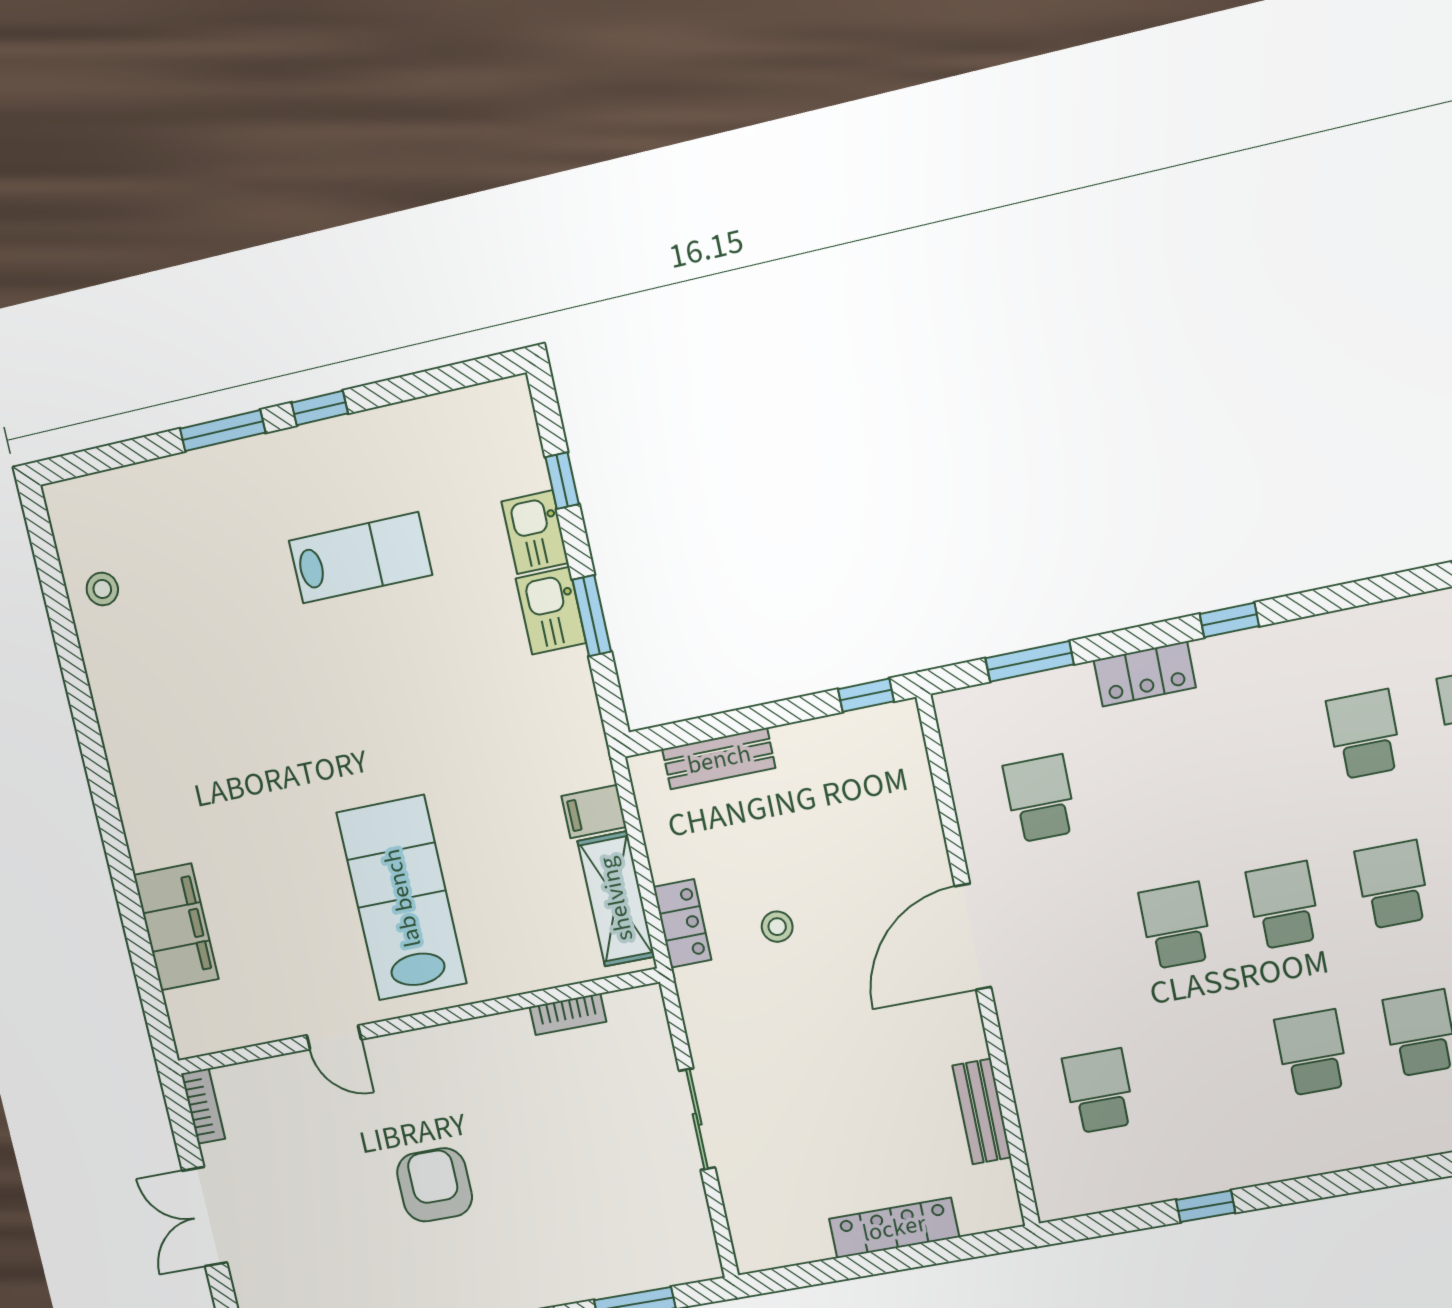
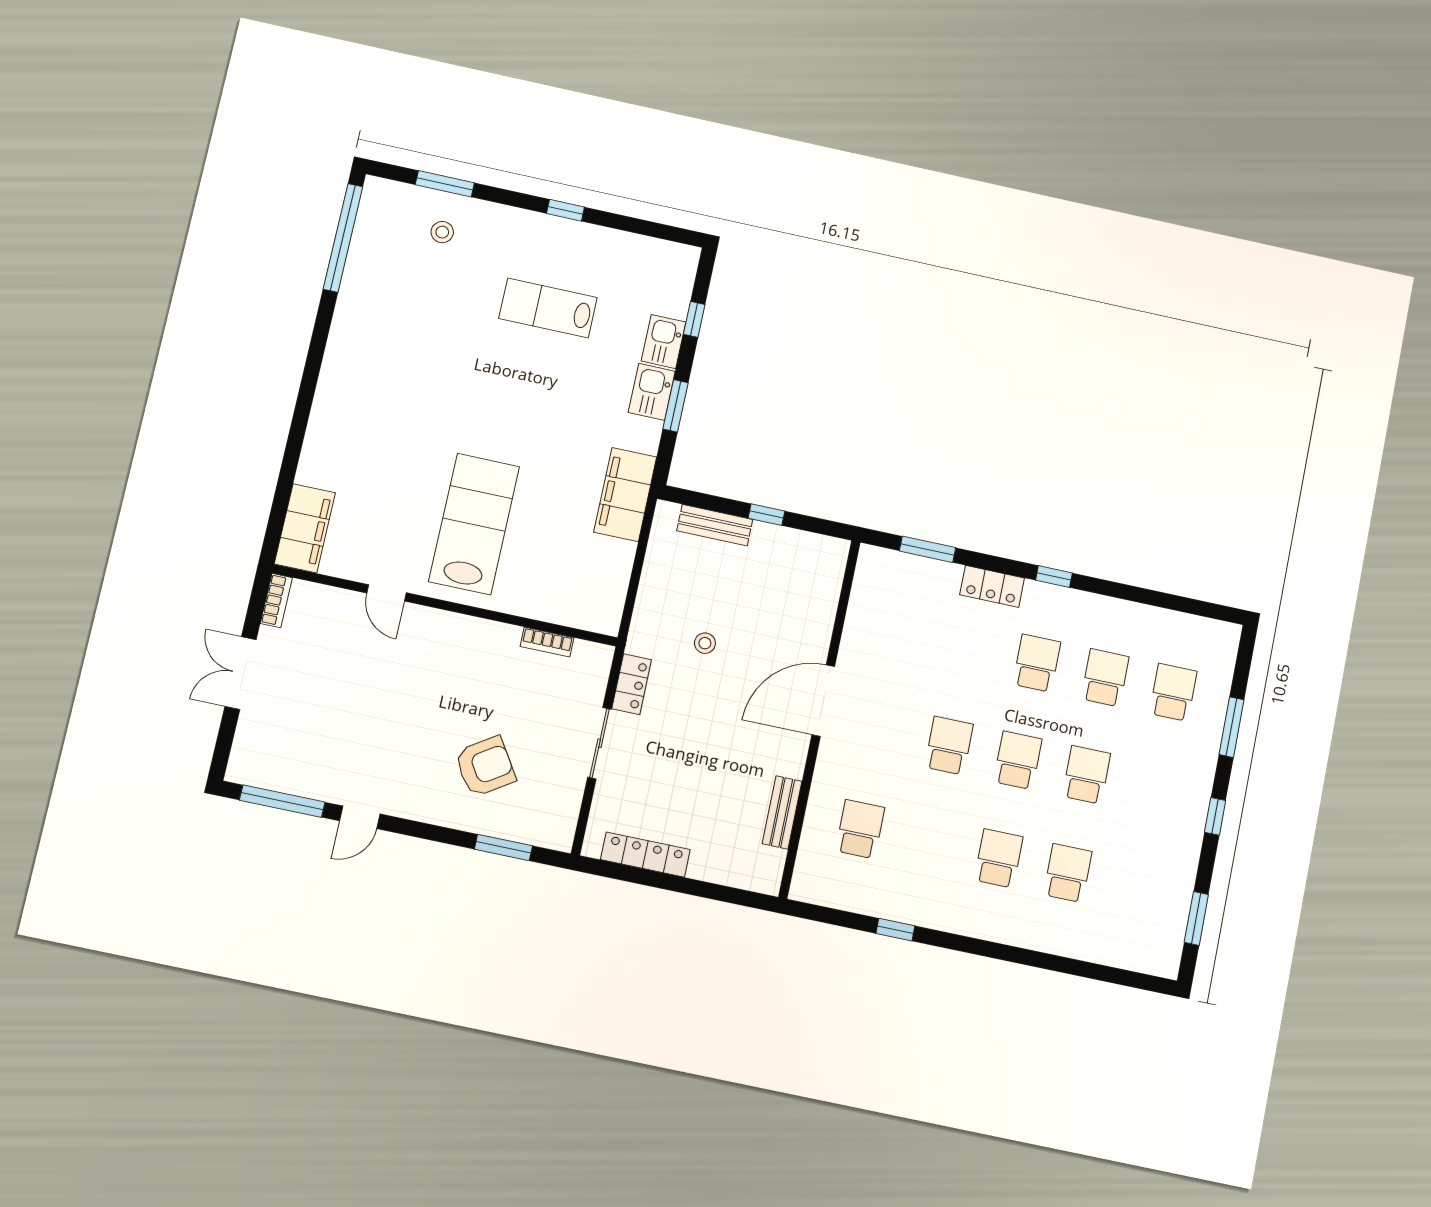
window: (223, 431) -> (445, 184), moved
lab bench: (360, 558) -> (548, 308), turned 180
window: (54, 587) -> (343, 238), added
stool: (102, 589) -> (442, 232), moved
window: (866, 695) -> (766, 515), moved
school desk: (1040, 799) -> (1037, 663), moved
filing cabinet: (594, 812) -> (625, 494), width x3.00, depth x1.17
shelving: (616, 899) -> (611, 583), removed
locker: (682, 923) -> (632, 684), moved
filing cabinet: (176, 927) -> (305, 528), moved
armchair: (435, 1185) -> (485, 767), moved, turned 57
locker: (894, 1228) -> (645, 855), moved

